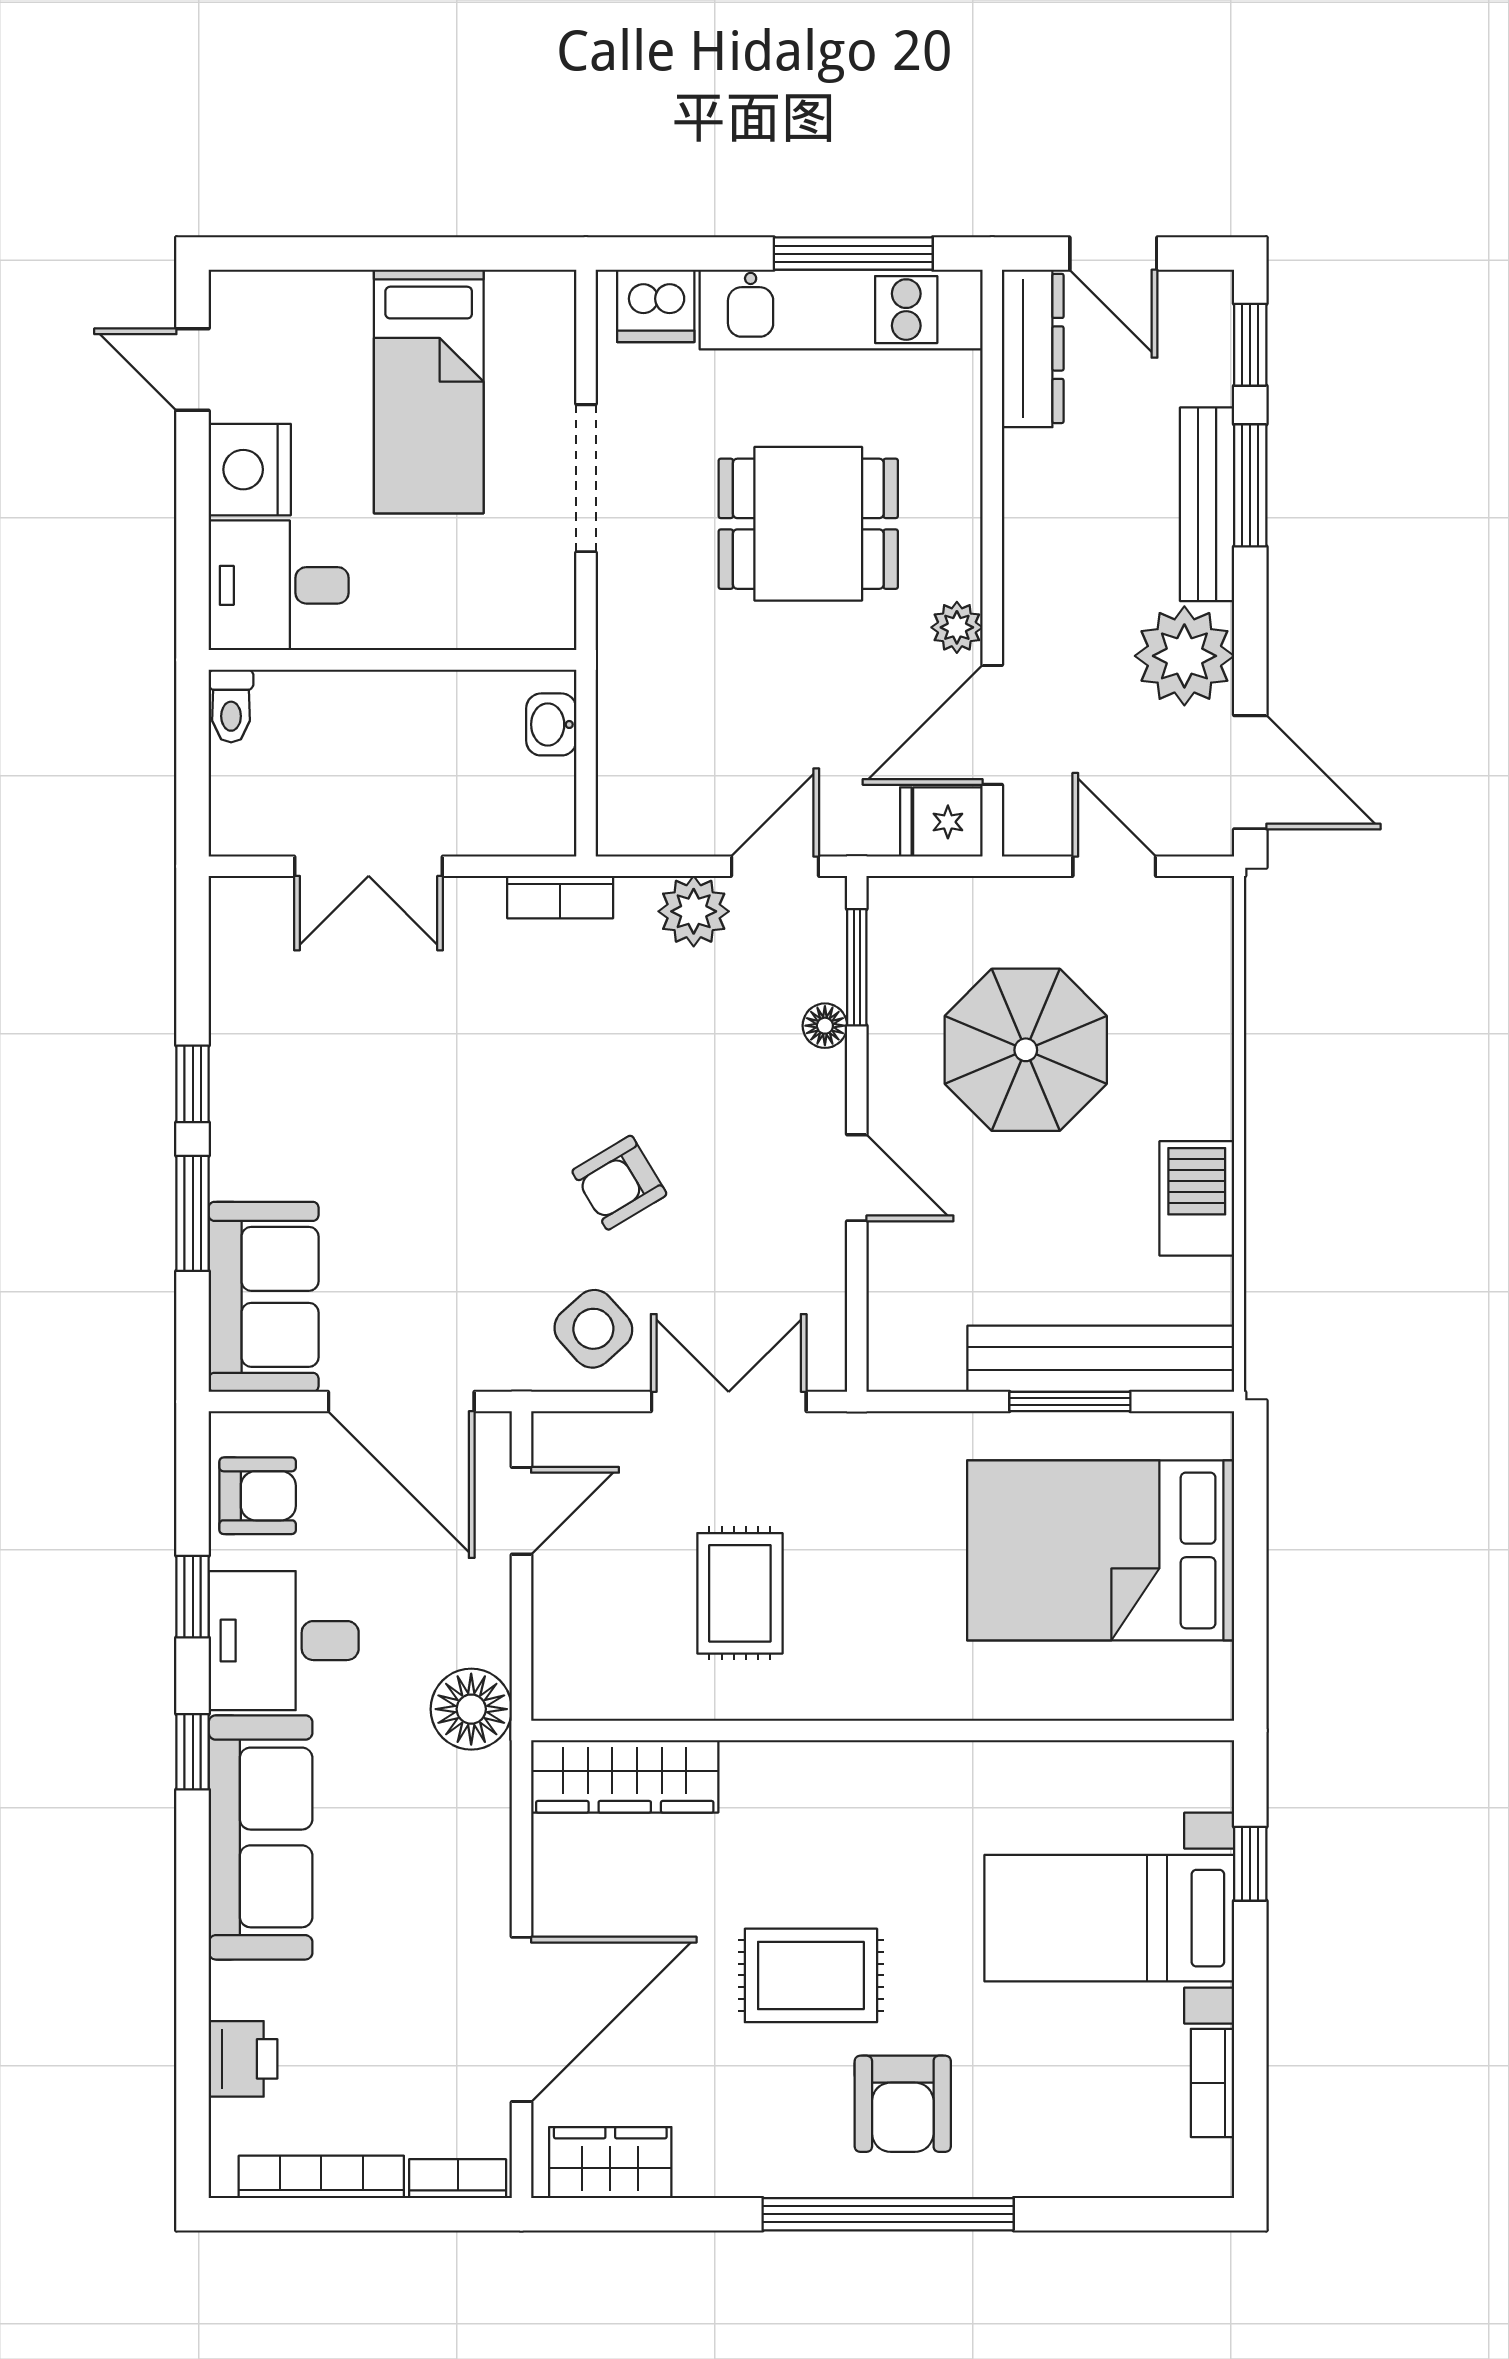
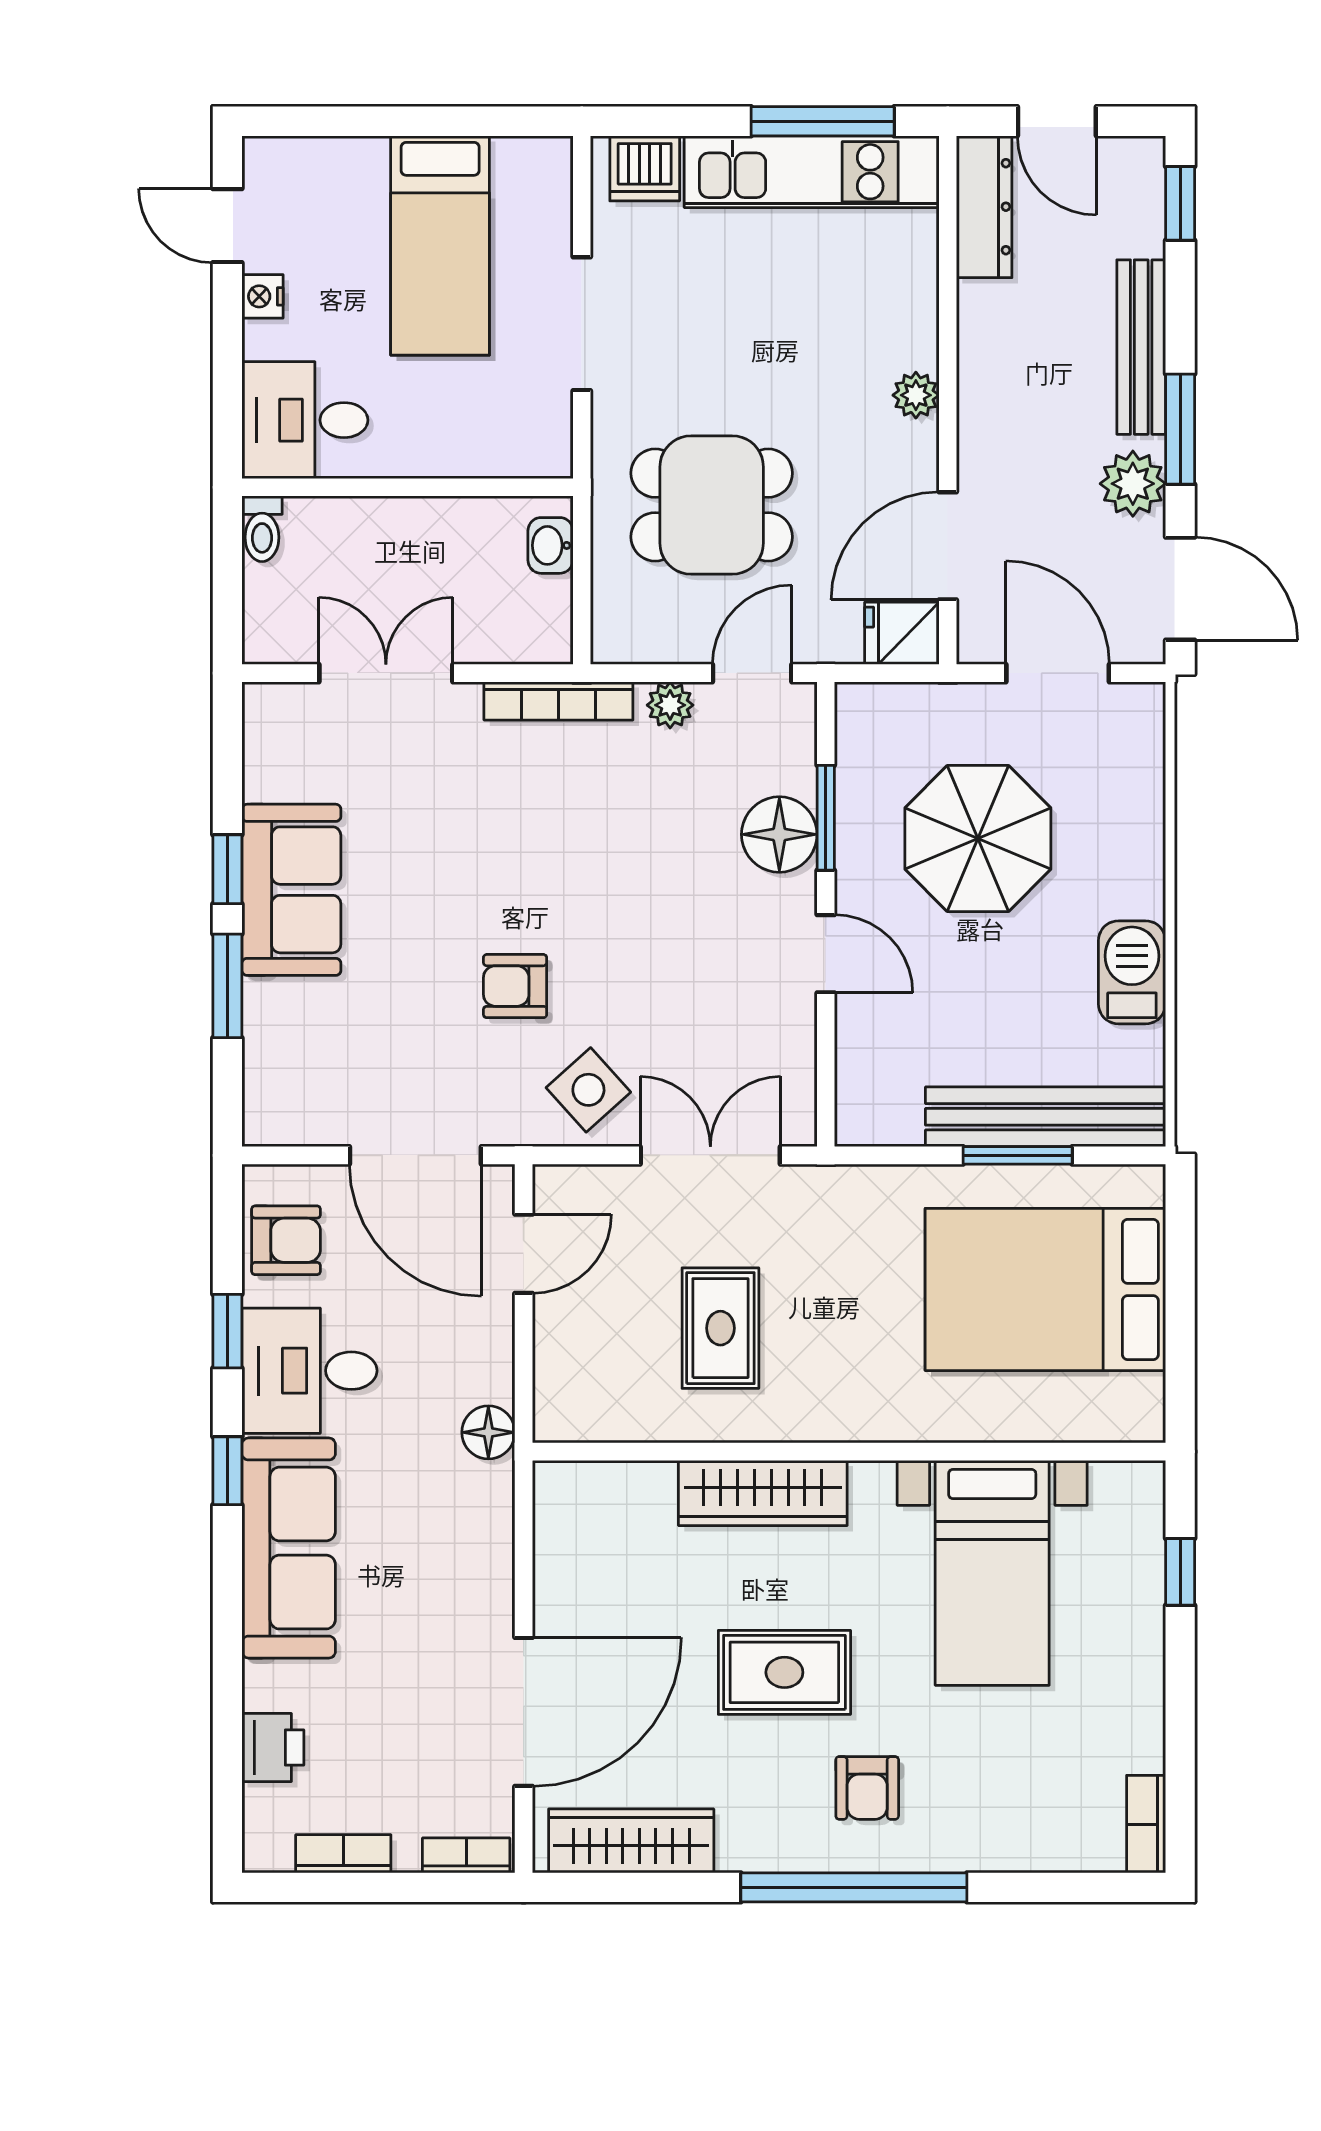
nightstand: (250, 470) -> (262, 296), width x0.53, depth x0.56
window: (1250, 485) -> (1180, 429), moved
dining table: (808, 524) -> (712, 505), moved
plant: (957, 627) -> (916, 395), moved
plant: (1184, 656) -> (1133, 484), width x0.73, depth x0.73
double door: (369, 866) -> (386, 673), swing flipped
door: (1114, 866) -> (1058, 673), width x1.38
bookcase: (560, 897) -> (558, 701), width x1.56
plant: (694, 911) -> (670, 705), width x0.73, depth x0.73
window: (857, 967) -> (826, 818), moved
floor lamp: (825, 1026) -> (779, 834), width x1.89, depth x1.89
armchair: (619, 1183) -> (515, 986), moved, turned 31
sofa: (264, 1297) -> (291, 890), moved
floor lamp: (471, 1709) -> (488, 1432), width x0.73, depth x0.73
wardrobe: (625, 1776) -> (763, 1493), moved
bed with nightstands: (1109, 1918) -> (992, 1573), moved, turned -90
bookcase: (1212, 2083) -> (1146, 1824), moved
armchair: (903, 2104) -> (867, 1788), width x0.72, depth x0.72
wardrobe: (610, 2163) -> (631, 1841), width x1.50
bookcase: (321, 2177) -> (343, 1854), width x0.64

